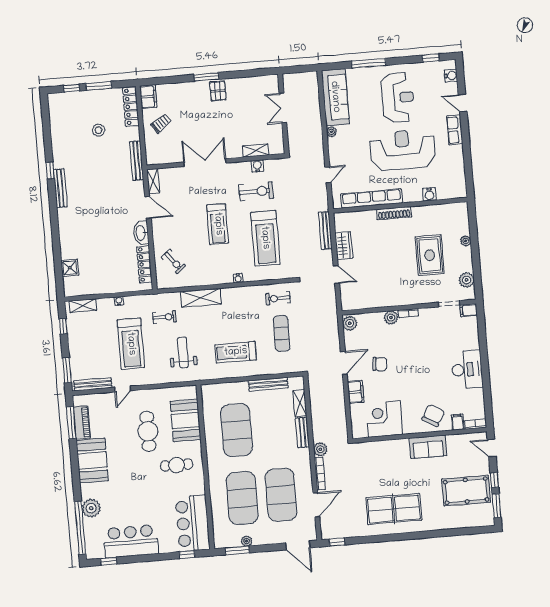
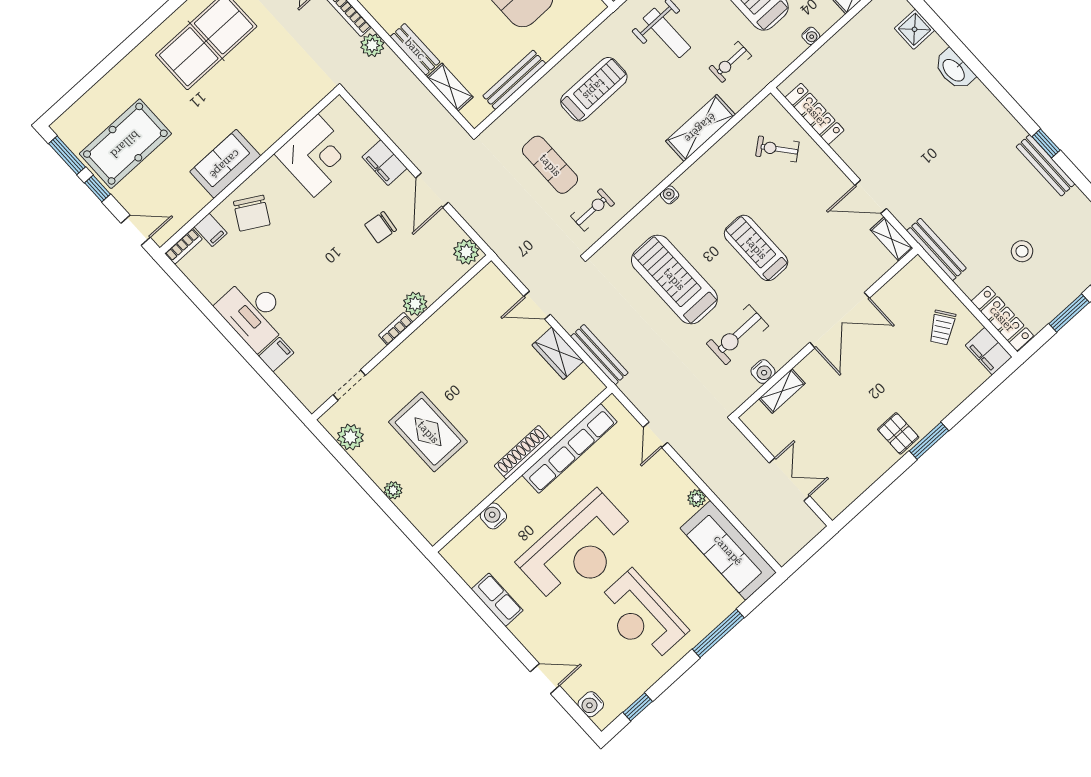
row of seats: (455, 130) -> (497, 600), moved
bench: (60, 188) -> (1046, 165), moved
washbasin: (141, 233) -> (954, 70), moved, turned 180
filing cabinet: (469, 310) -> (276, 354), moved

